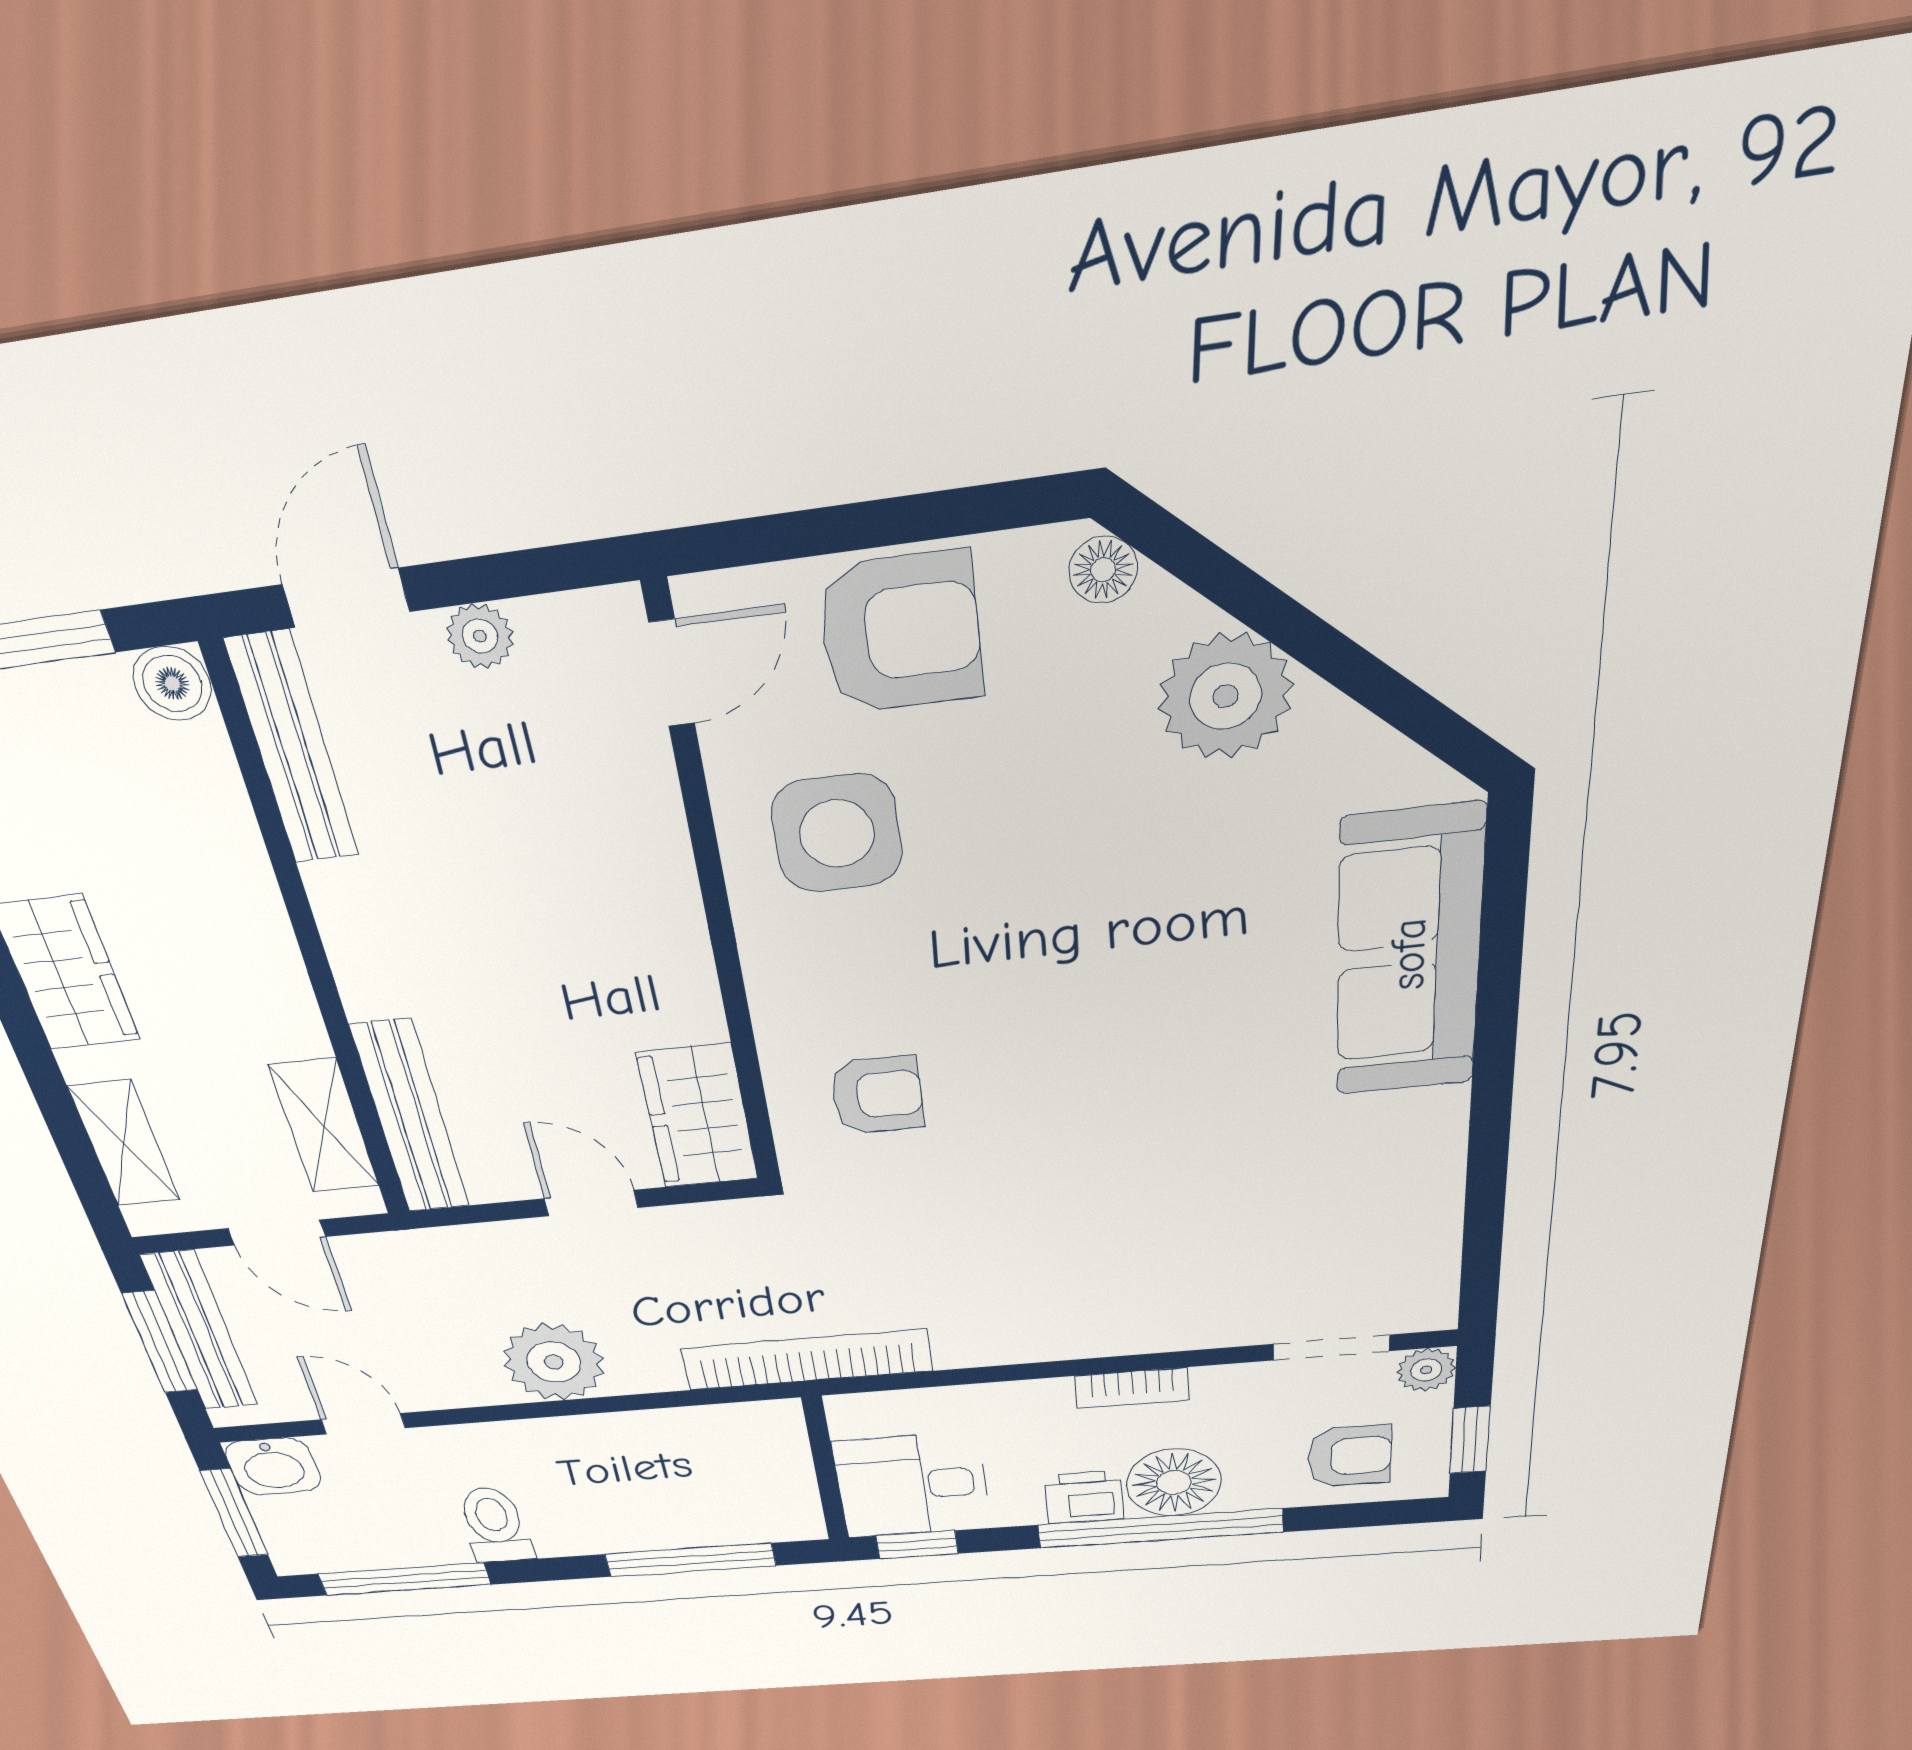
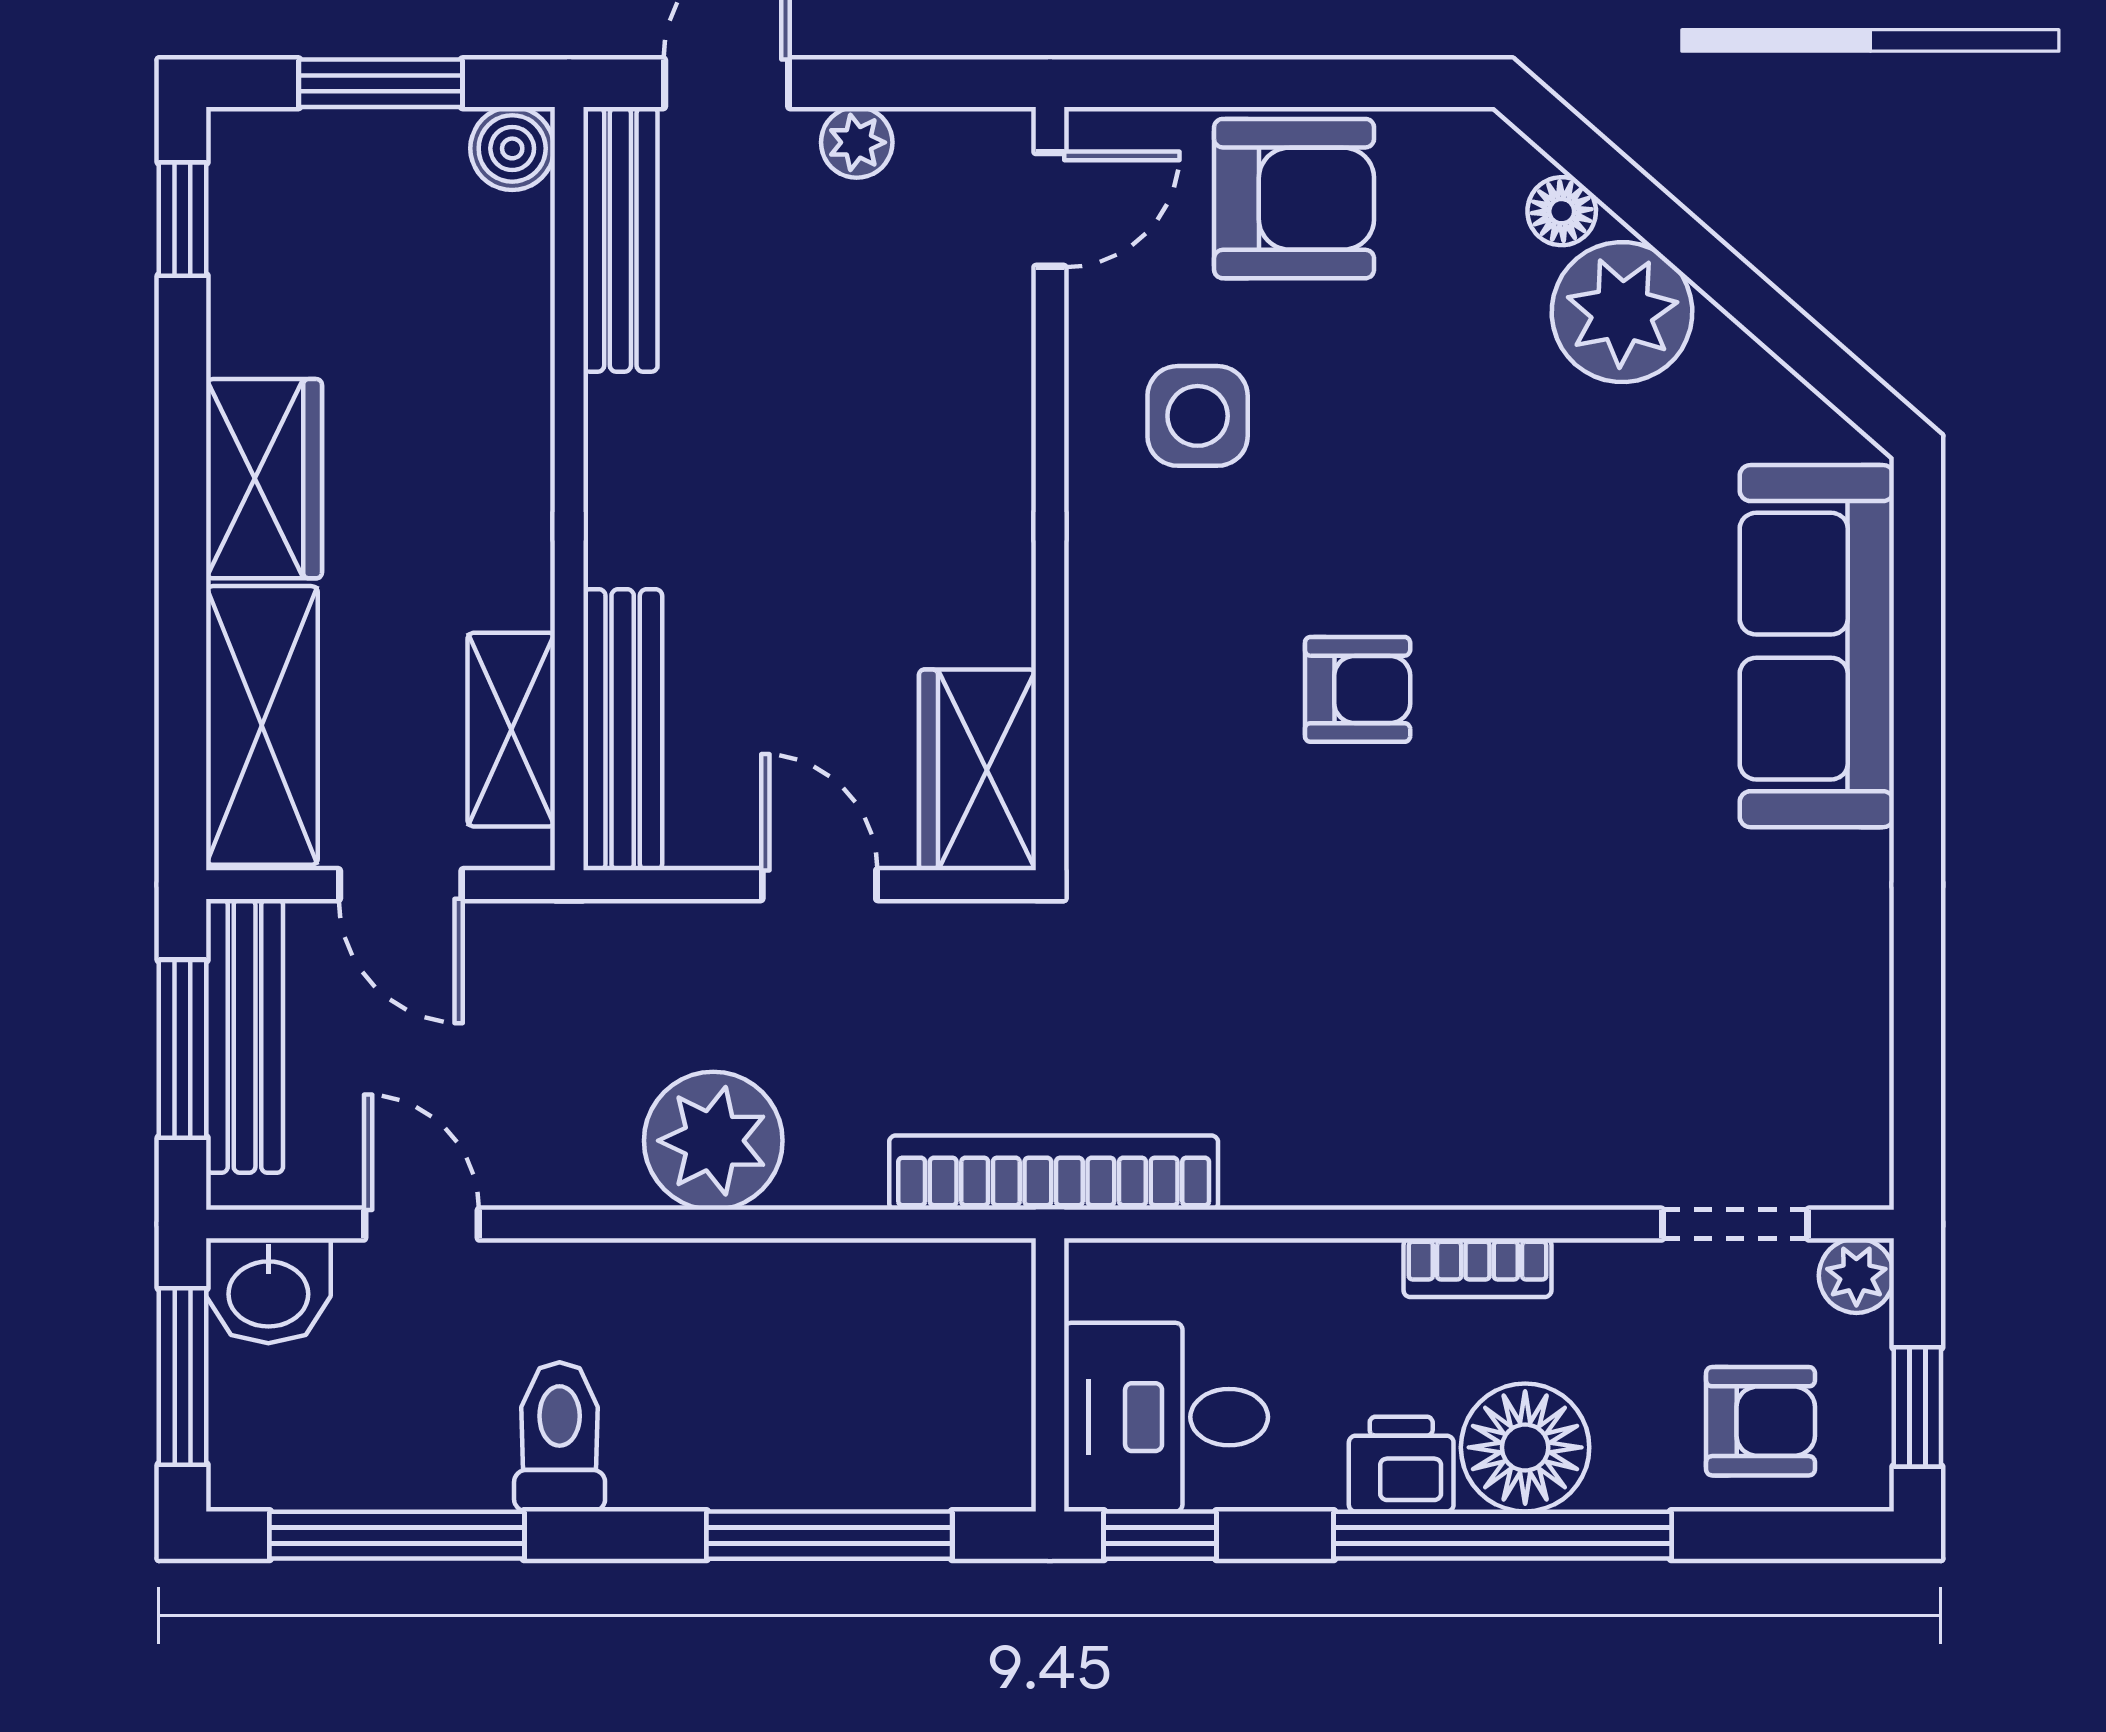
floor lamp: (1103, 570) -> (1562, 211), moved
side table: (837, 834) -> (1198, 416), width x0.73, depth x0.73
armchair: (877, 1095) -> (1358, 689), moved
shelving: (124, 1144) -> (262, 725), width x1.50, depth x1.33

